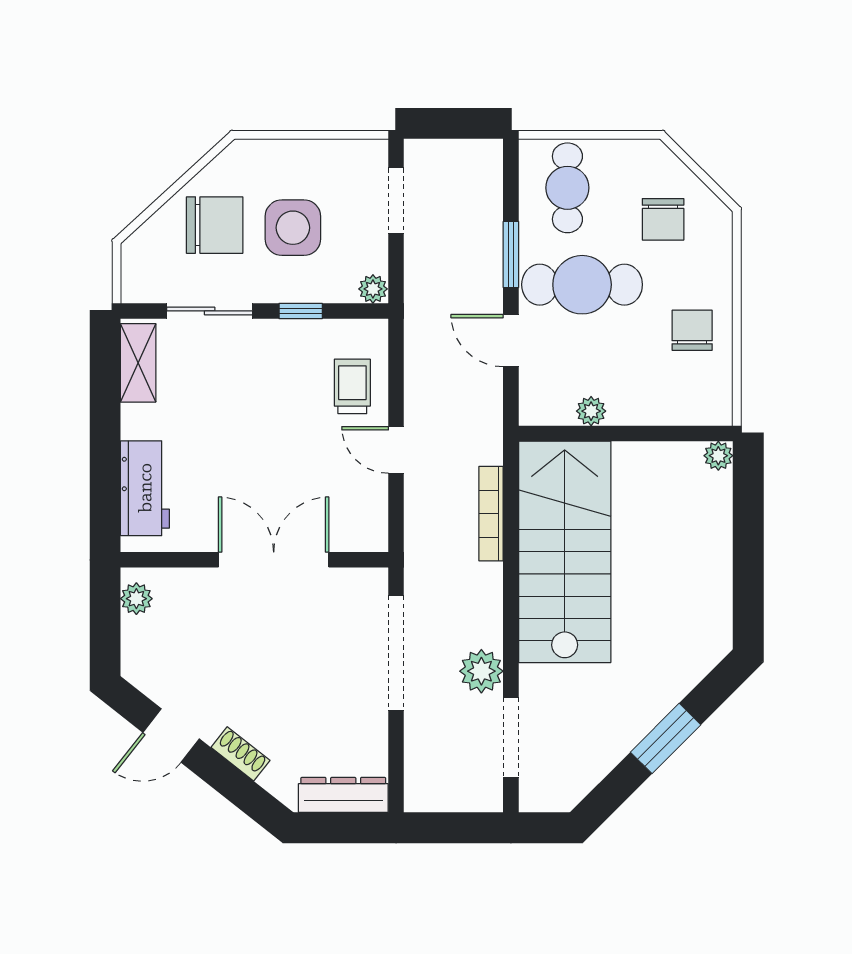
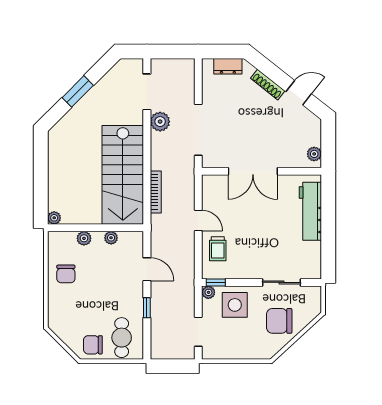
chair: (663, 219) -> (93, 345), moved, turned -90
side table: (293, 228) -> (235, 305), moved
window: (511, 255) -> (147, 308), width x0.67
cafe table: (582, 285) -> (115, 294), removed
window: (301, 311) -> (216, 282), moved
shelving: (138, 363) -> (313, 259), removed
plant: (652, 410) -> (84, 238), added
workbench: (145, 488) -> (310, 211), width x1.38
shoe rack: (240, 754) -> (268, 85), width x1.43
dresser: (343, 795) -> (228, 66), width x0.70

